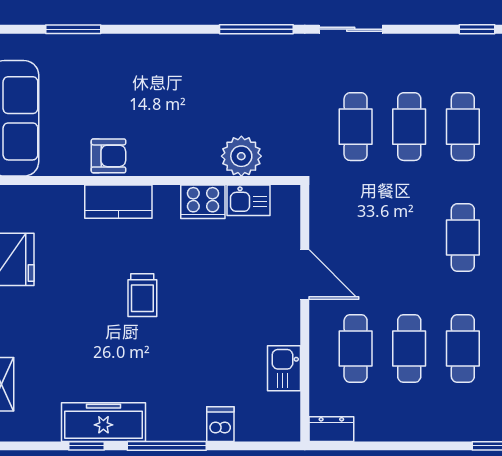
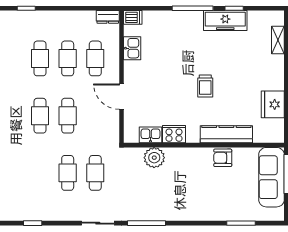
cafe table: (463, 127) -> (68, 116), moved
kitchen counter: (118, 202) -> (226, 134), width x1.50
trolley: (142, 295) -> (205, 86), turned 180
dishwasher: (220, 424) -> (133, 17), moved, turned -90

